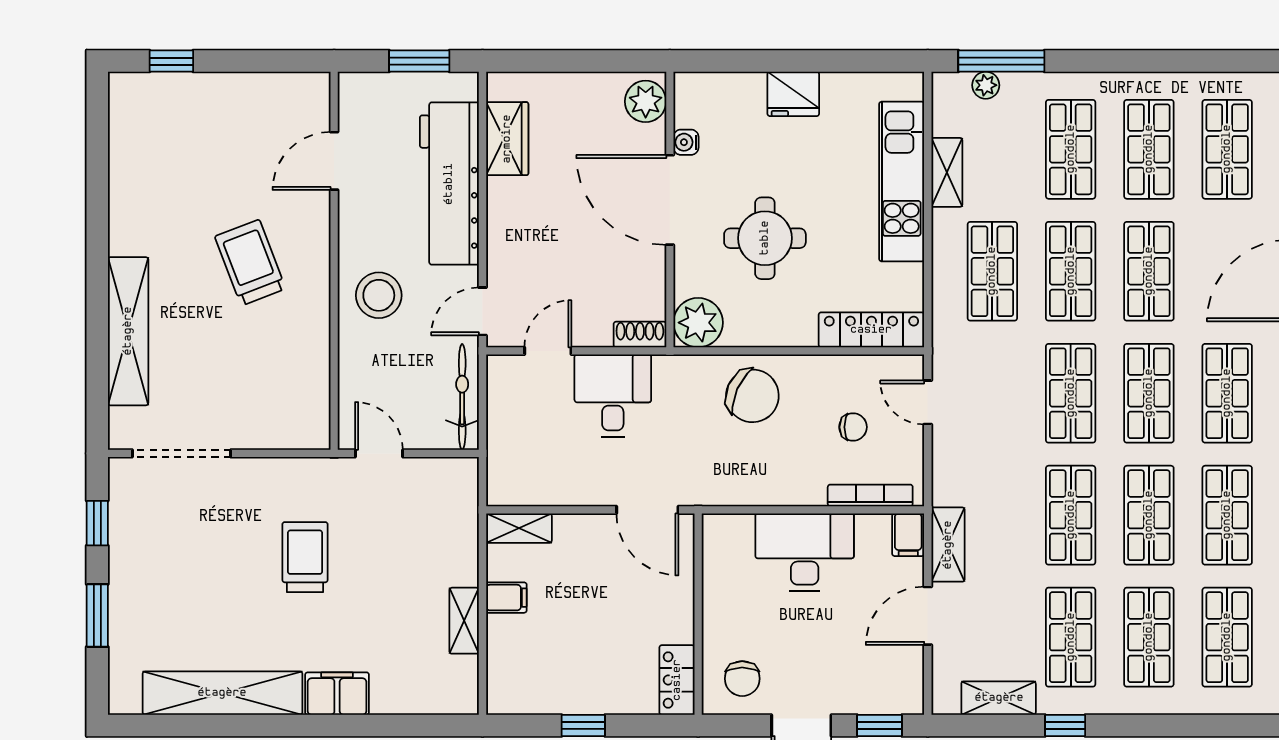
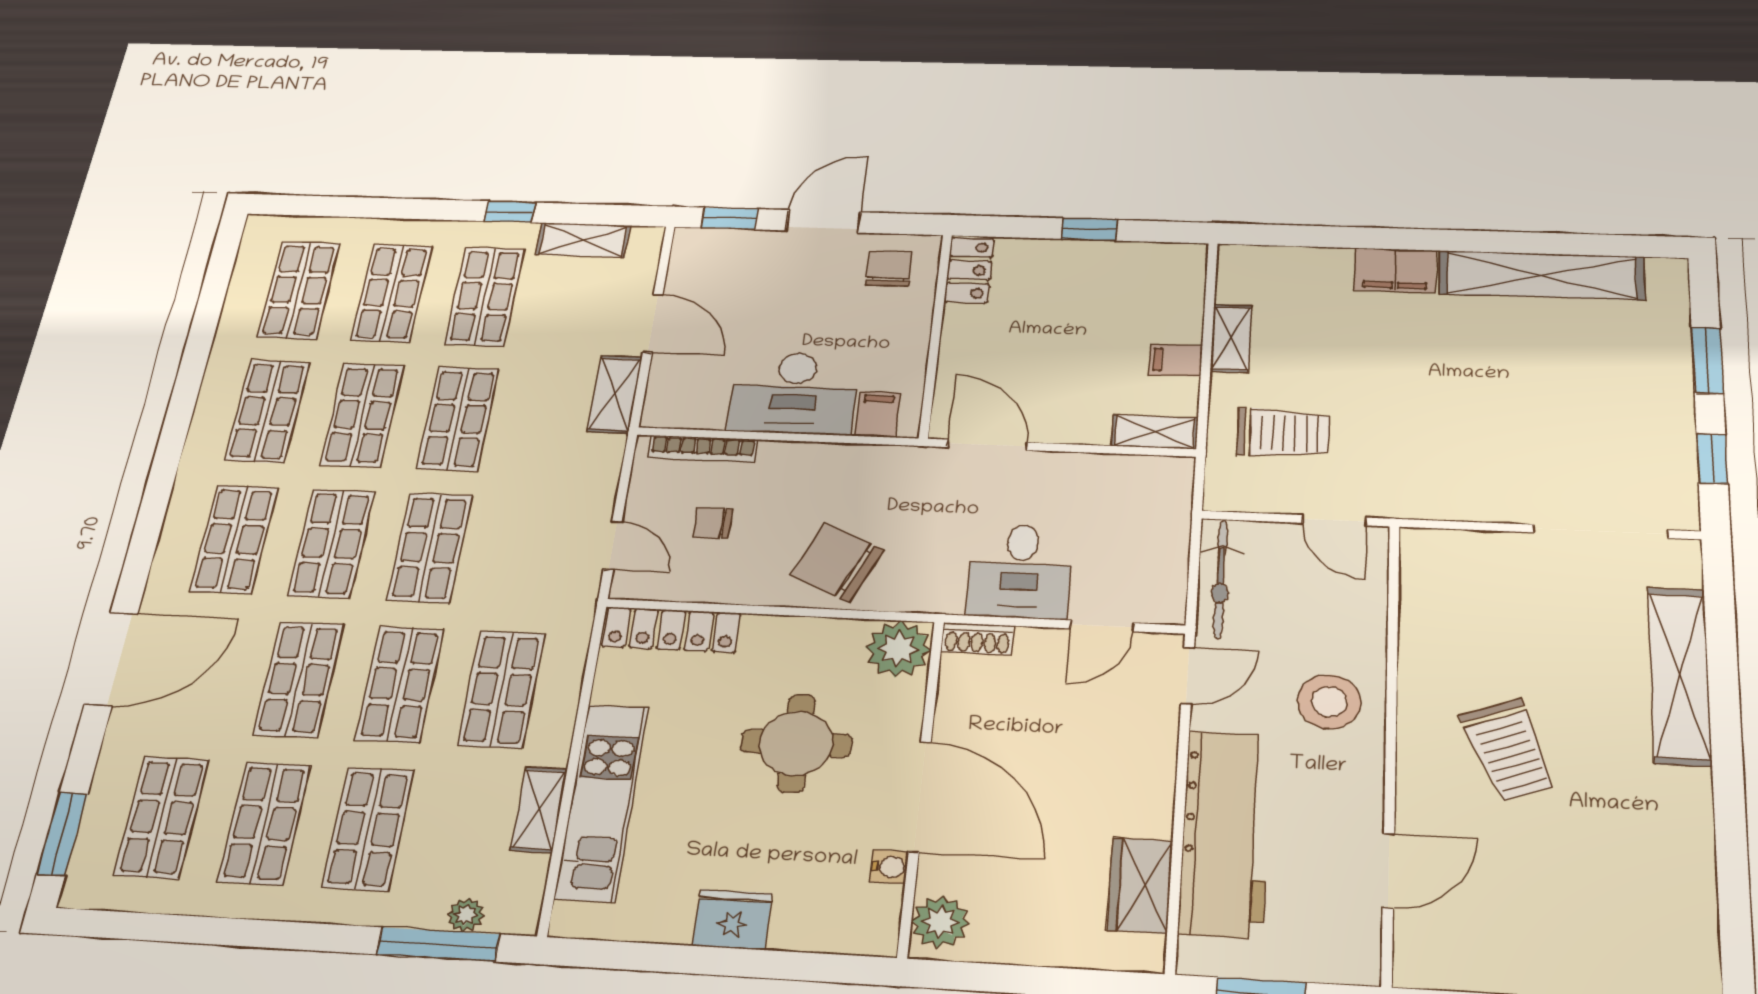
filing cabinet: (908, 535) -> (877, 414), moved
trolley: (305, 557) -> (1283, 433), moved, turned -90
door: (928, 616) -> (653, 323), hinge flipped

